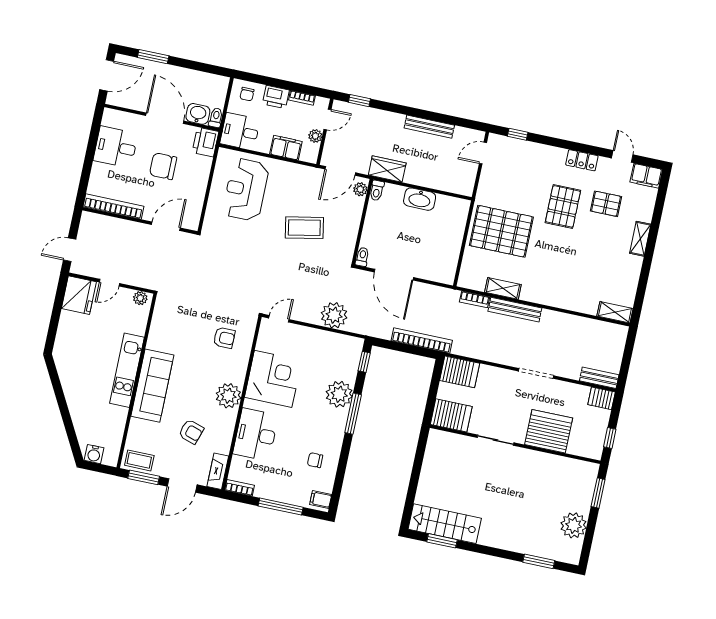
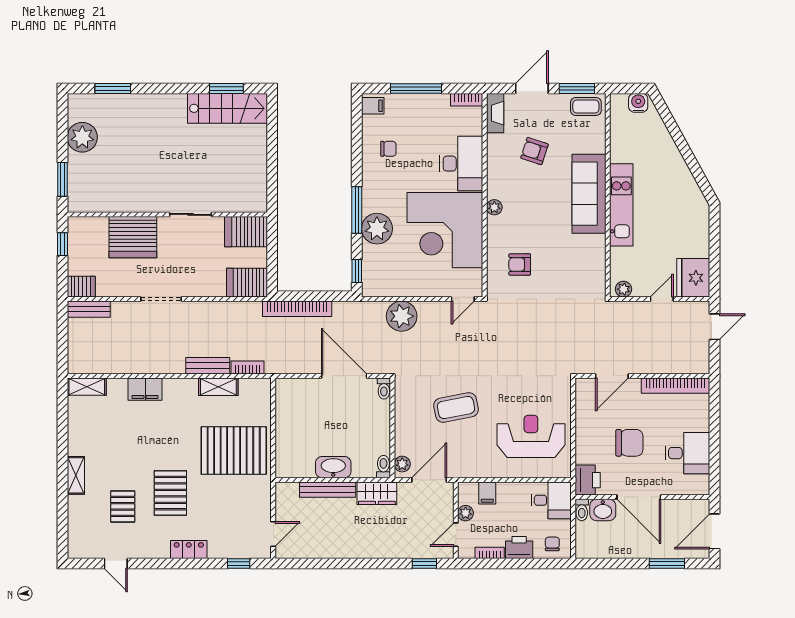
bench: (429, 127) -> (328, 490), moved
filing cabinet: (286, 148) -> (487, 493), width x0.50
locker: (582, 160) -> (189, 549), moved
filing cabinet: (646, 176) -> (145, 389), moved, turned 180
reception desk: (246, 190) -> (531, 436), turned -90
pallet: (606, 204) -> (123, 506), turned 90
bench: (515, 310) -> (208, 366), width x0.73
corner desk: (273, 379) -> (445, 230), width x1.36, depth x1.36
plant: (228, 396) -> (494, 207), width x0.53, depth x0.53

